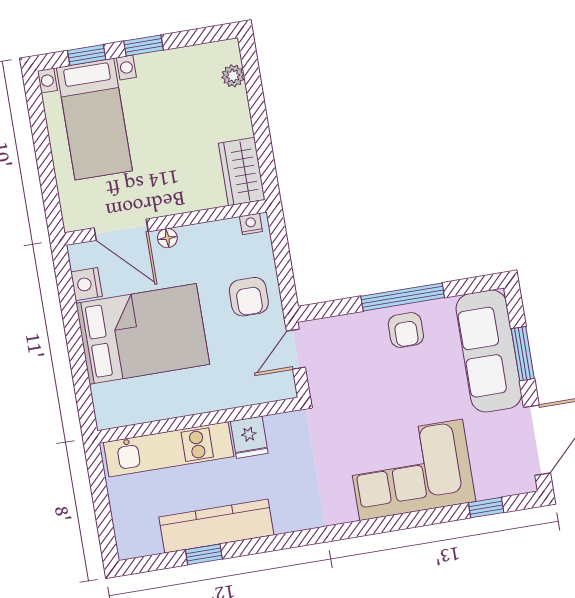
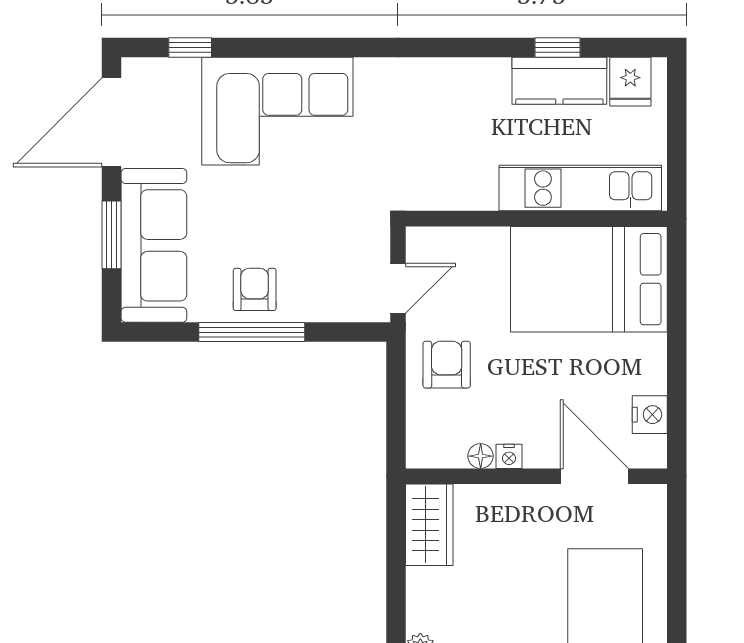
nightstand: (251, 224) -> (509, 456), moved
floor lamp: (167, 238) -> (481, 456), moved
bed: (143, 334) -> (589, 279), moved
fridge: (249, 437) -> (630, 82), moved, turned 180
kitchen counter: (216, 526) -> (559, 81), width x0.67

